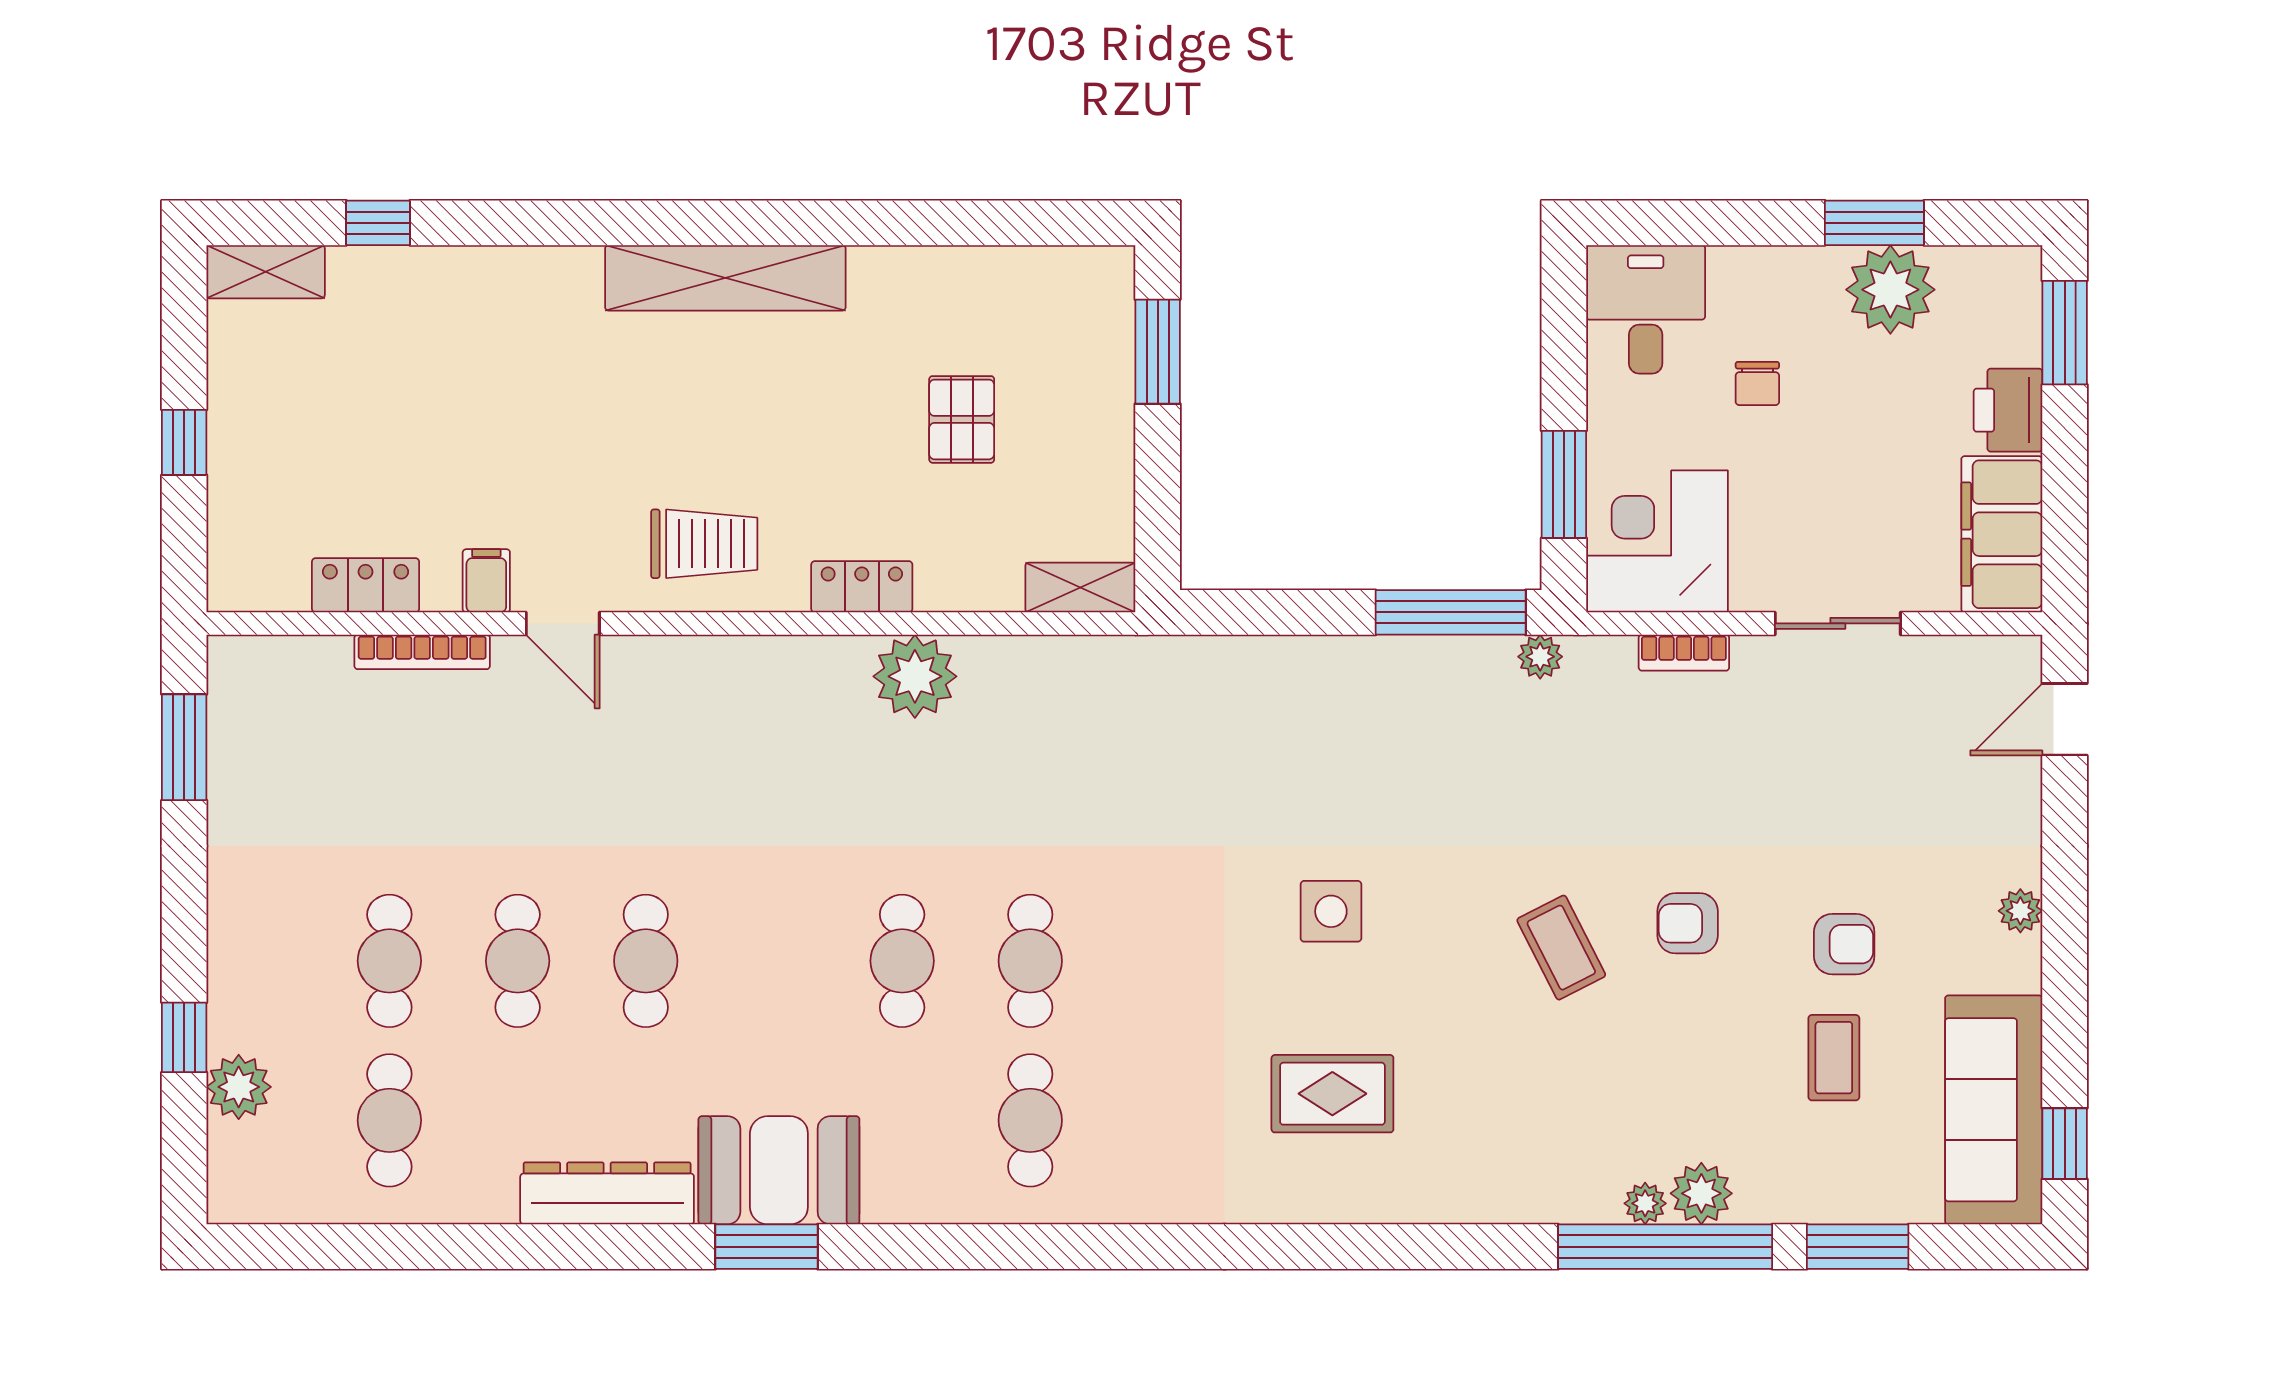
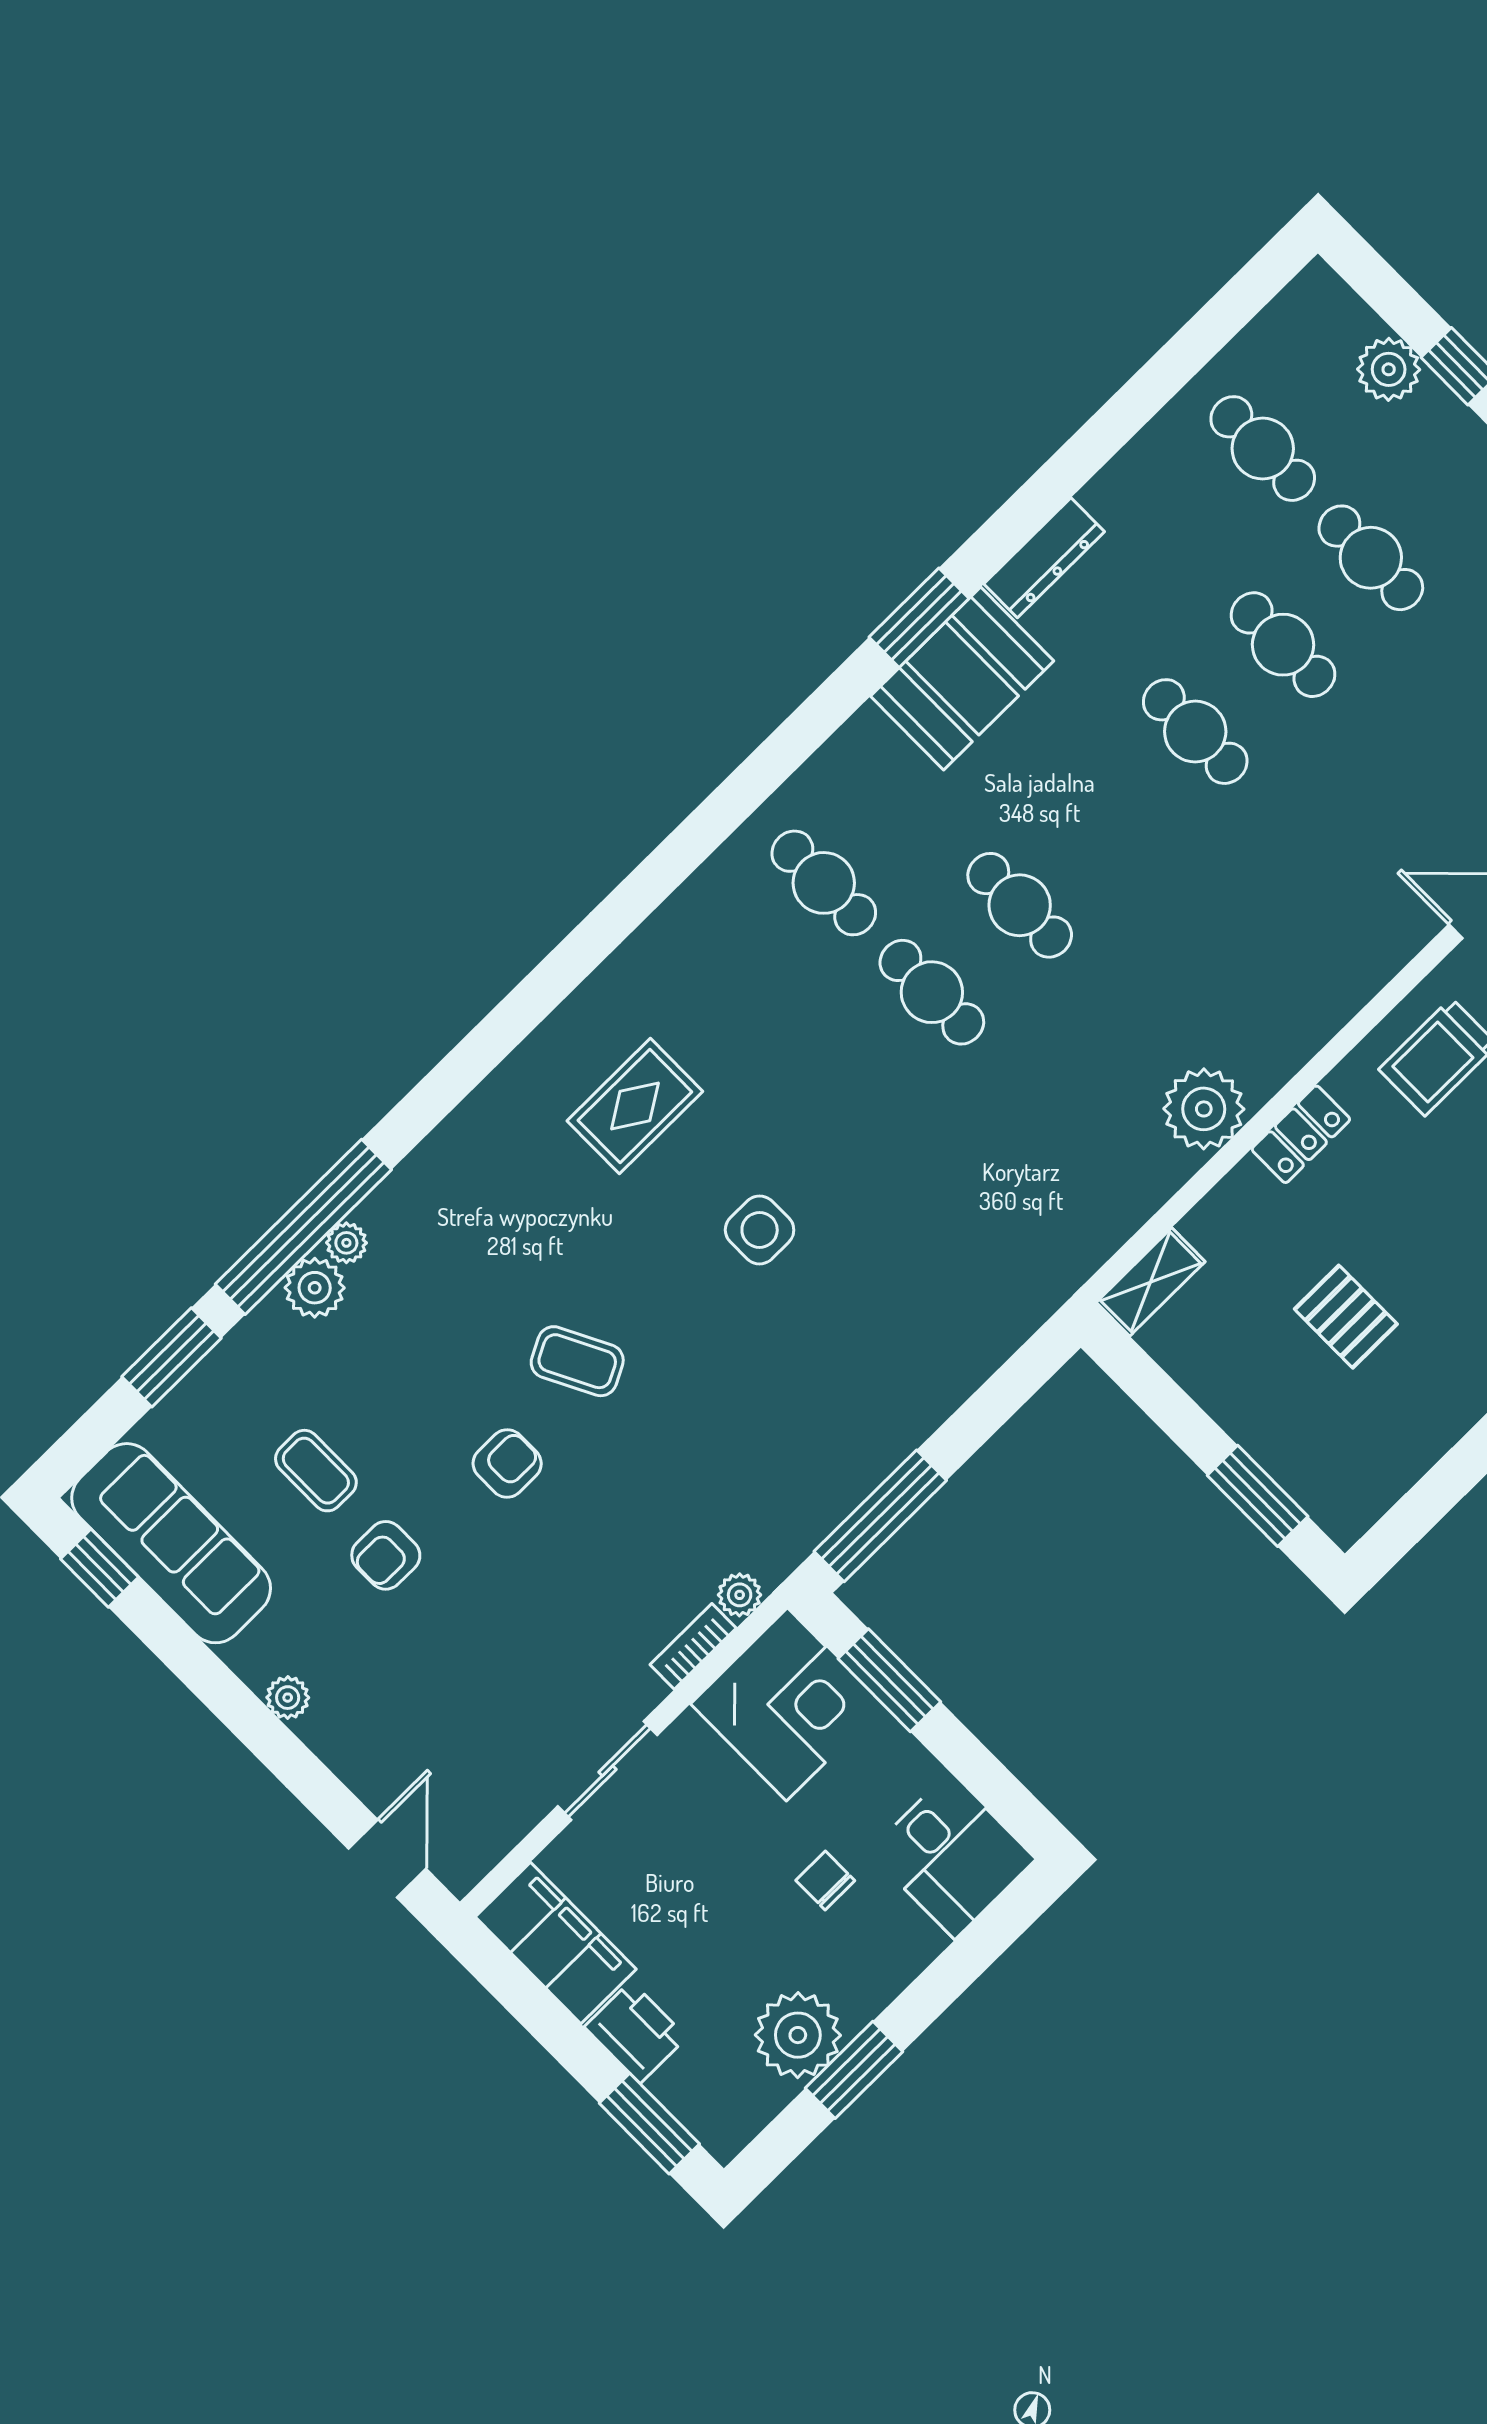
plant: (1540, 657) -> (740, 1595), moved
dresser: (607, 1193) -> (1044, 558), width x0.73, depth x0.80

